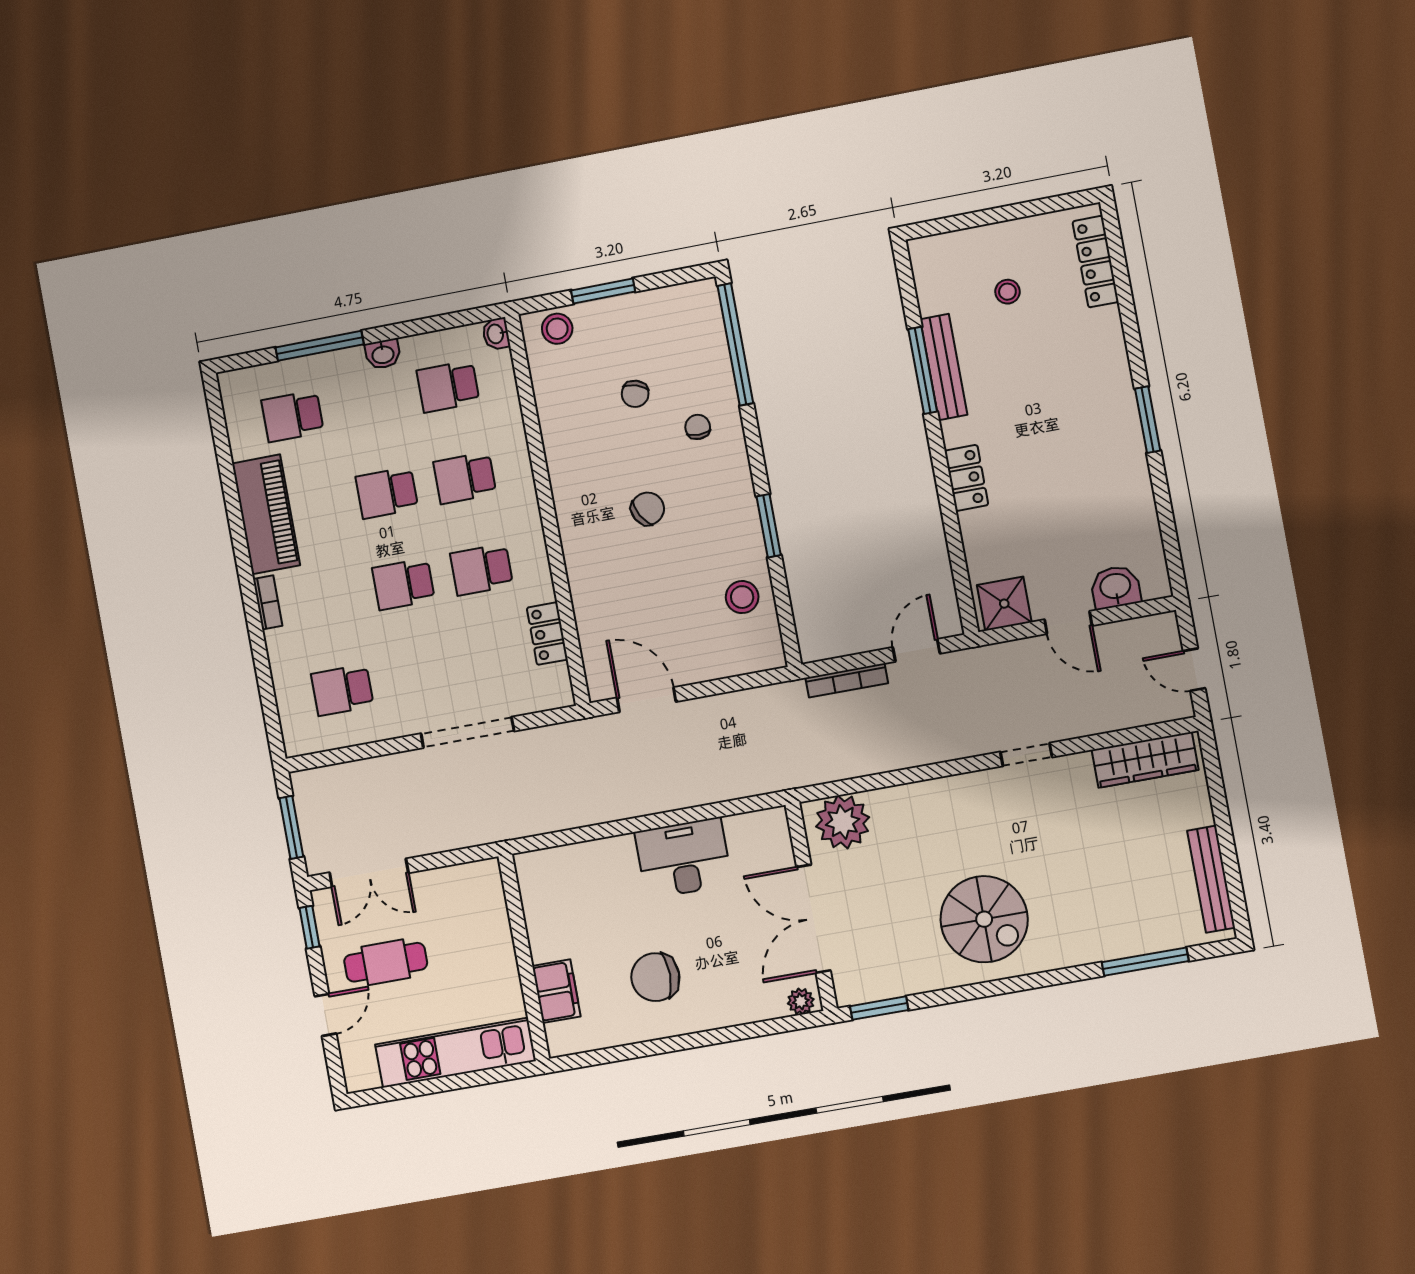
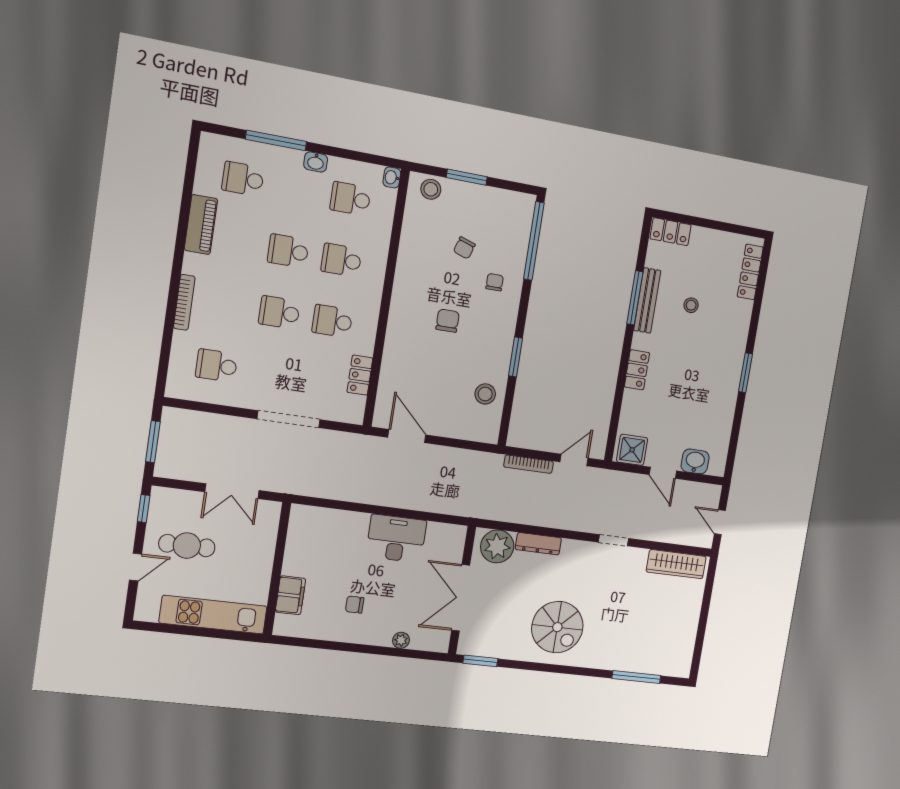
locker: (943, 250) -> (671, 232), added
stool: (1007, 292) -> (691, 305), moved
chair: (648, 509) -> (448, 321), turned -61
piano: (266, 514) -> (201, 224), width x0.73, depth x0.75
bookcase: (268, 602) -> (184, 302), width x1.56
dresser: (906, 798) -> (538, 544), added
double door: (369, 873) -> (232, 491), moved
bench: (1211, 879) -> (687, 642), removed
chair: (655, 977) -> (355, 605), width x0.54, depth x0.54
plant: (801, 1001) -> (401, 640), moved

